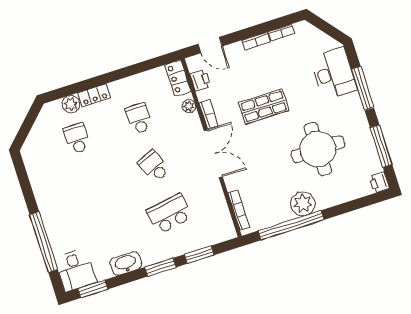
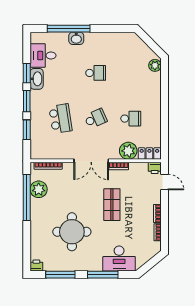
door: (210, 45) -> (164, 182), swing flipped
printer: (200, 80) -> (155, 168), moved
locker: (94, 95) -> (156, 94), removed
plant: (71, 104) -> (155, 65), moved
plant: (189, 106) -> (128, 151), width x1.87, depth x1.87
school desk: (77, 138) -> (96, 73), moved
plant: (303, 204) -> (39, 189), moved
washbasin: (53, 227) -> (76, 38), added
desk: (76, 270) -> (43, 56), moved
window: (93, 289) -> (27, 73), moved

